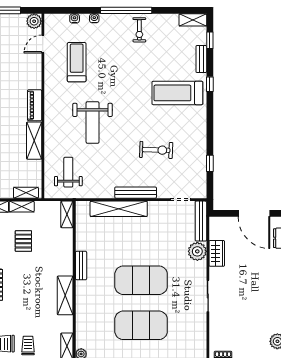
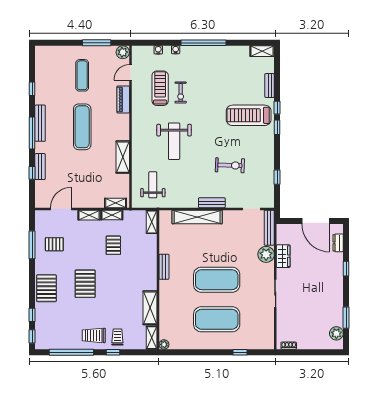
exercise bike: (139, 30) -> (181, 92), moved
window: (210, 40) -> (277, 127), moved
piano: (35, 105) -> (123, 99), moved
bench: (136, 193) -> (212, 203), width x0.73
shelving: (65, 295) -> (150, 308), moved

